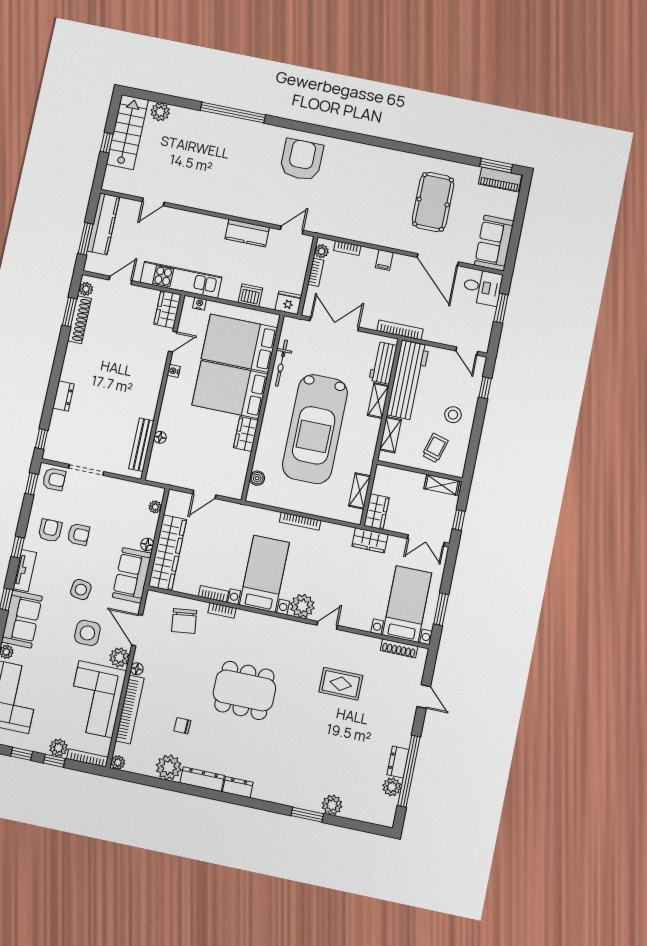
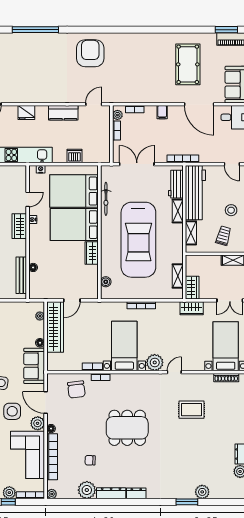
fridge: (288, 303) -> (26, 113), moved, turned 180
wardrobe: (167, 309) -> (19, 226), moved
wardrobe: (167, 553) -> (55, 327), moved

